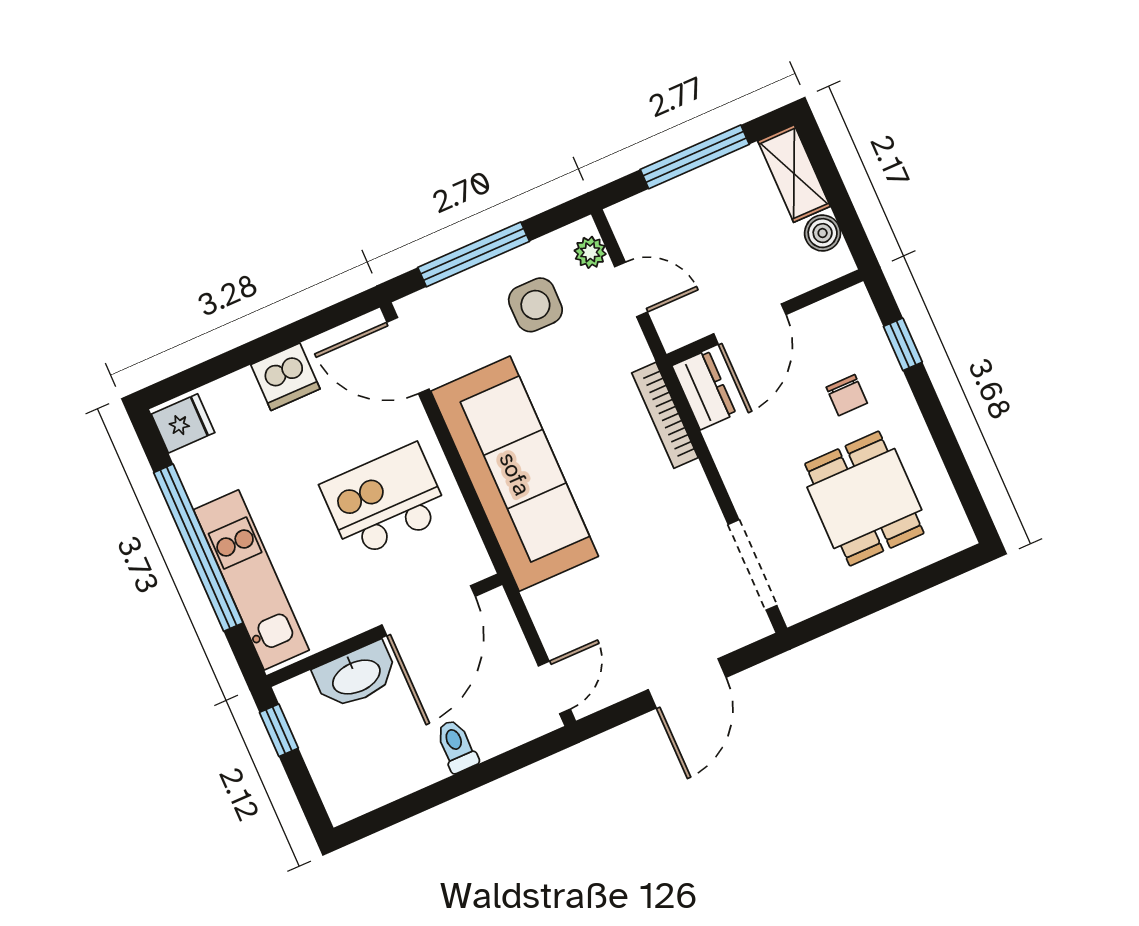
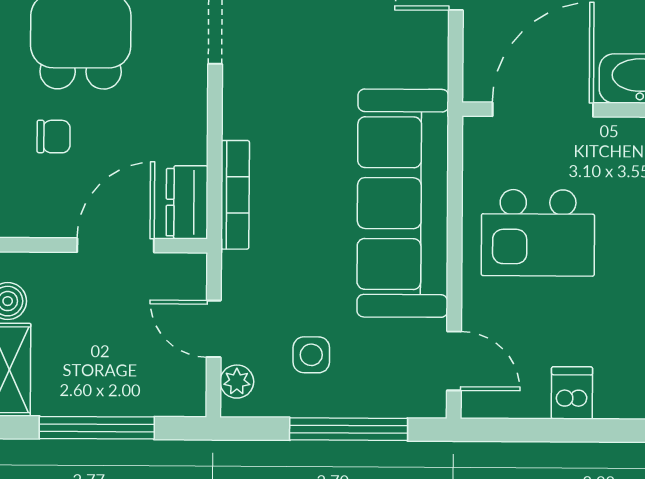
side table: (535, 305) -> (311, 355), width x0.73, depth x0.73
door: (408, 356) -> (454, 361), width x0.73
dishwasher: (285, 377) -> (572, 393), width x0.73
chair: (847, 395) -> (54, 137), turned 90

